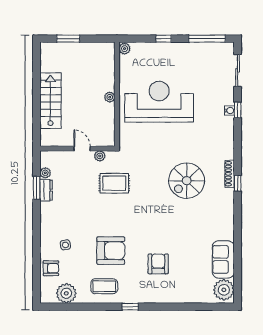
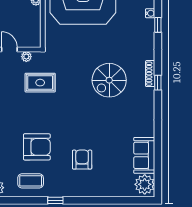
window: (238, 110) -> (158, 25), moved

